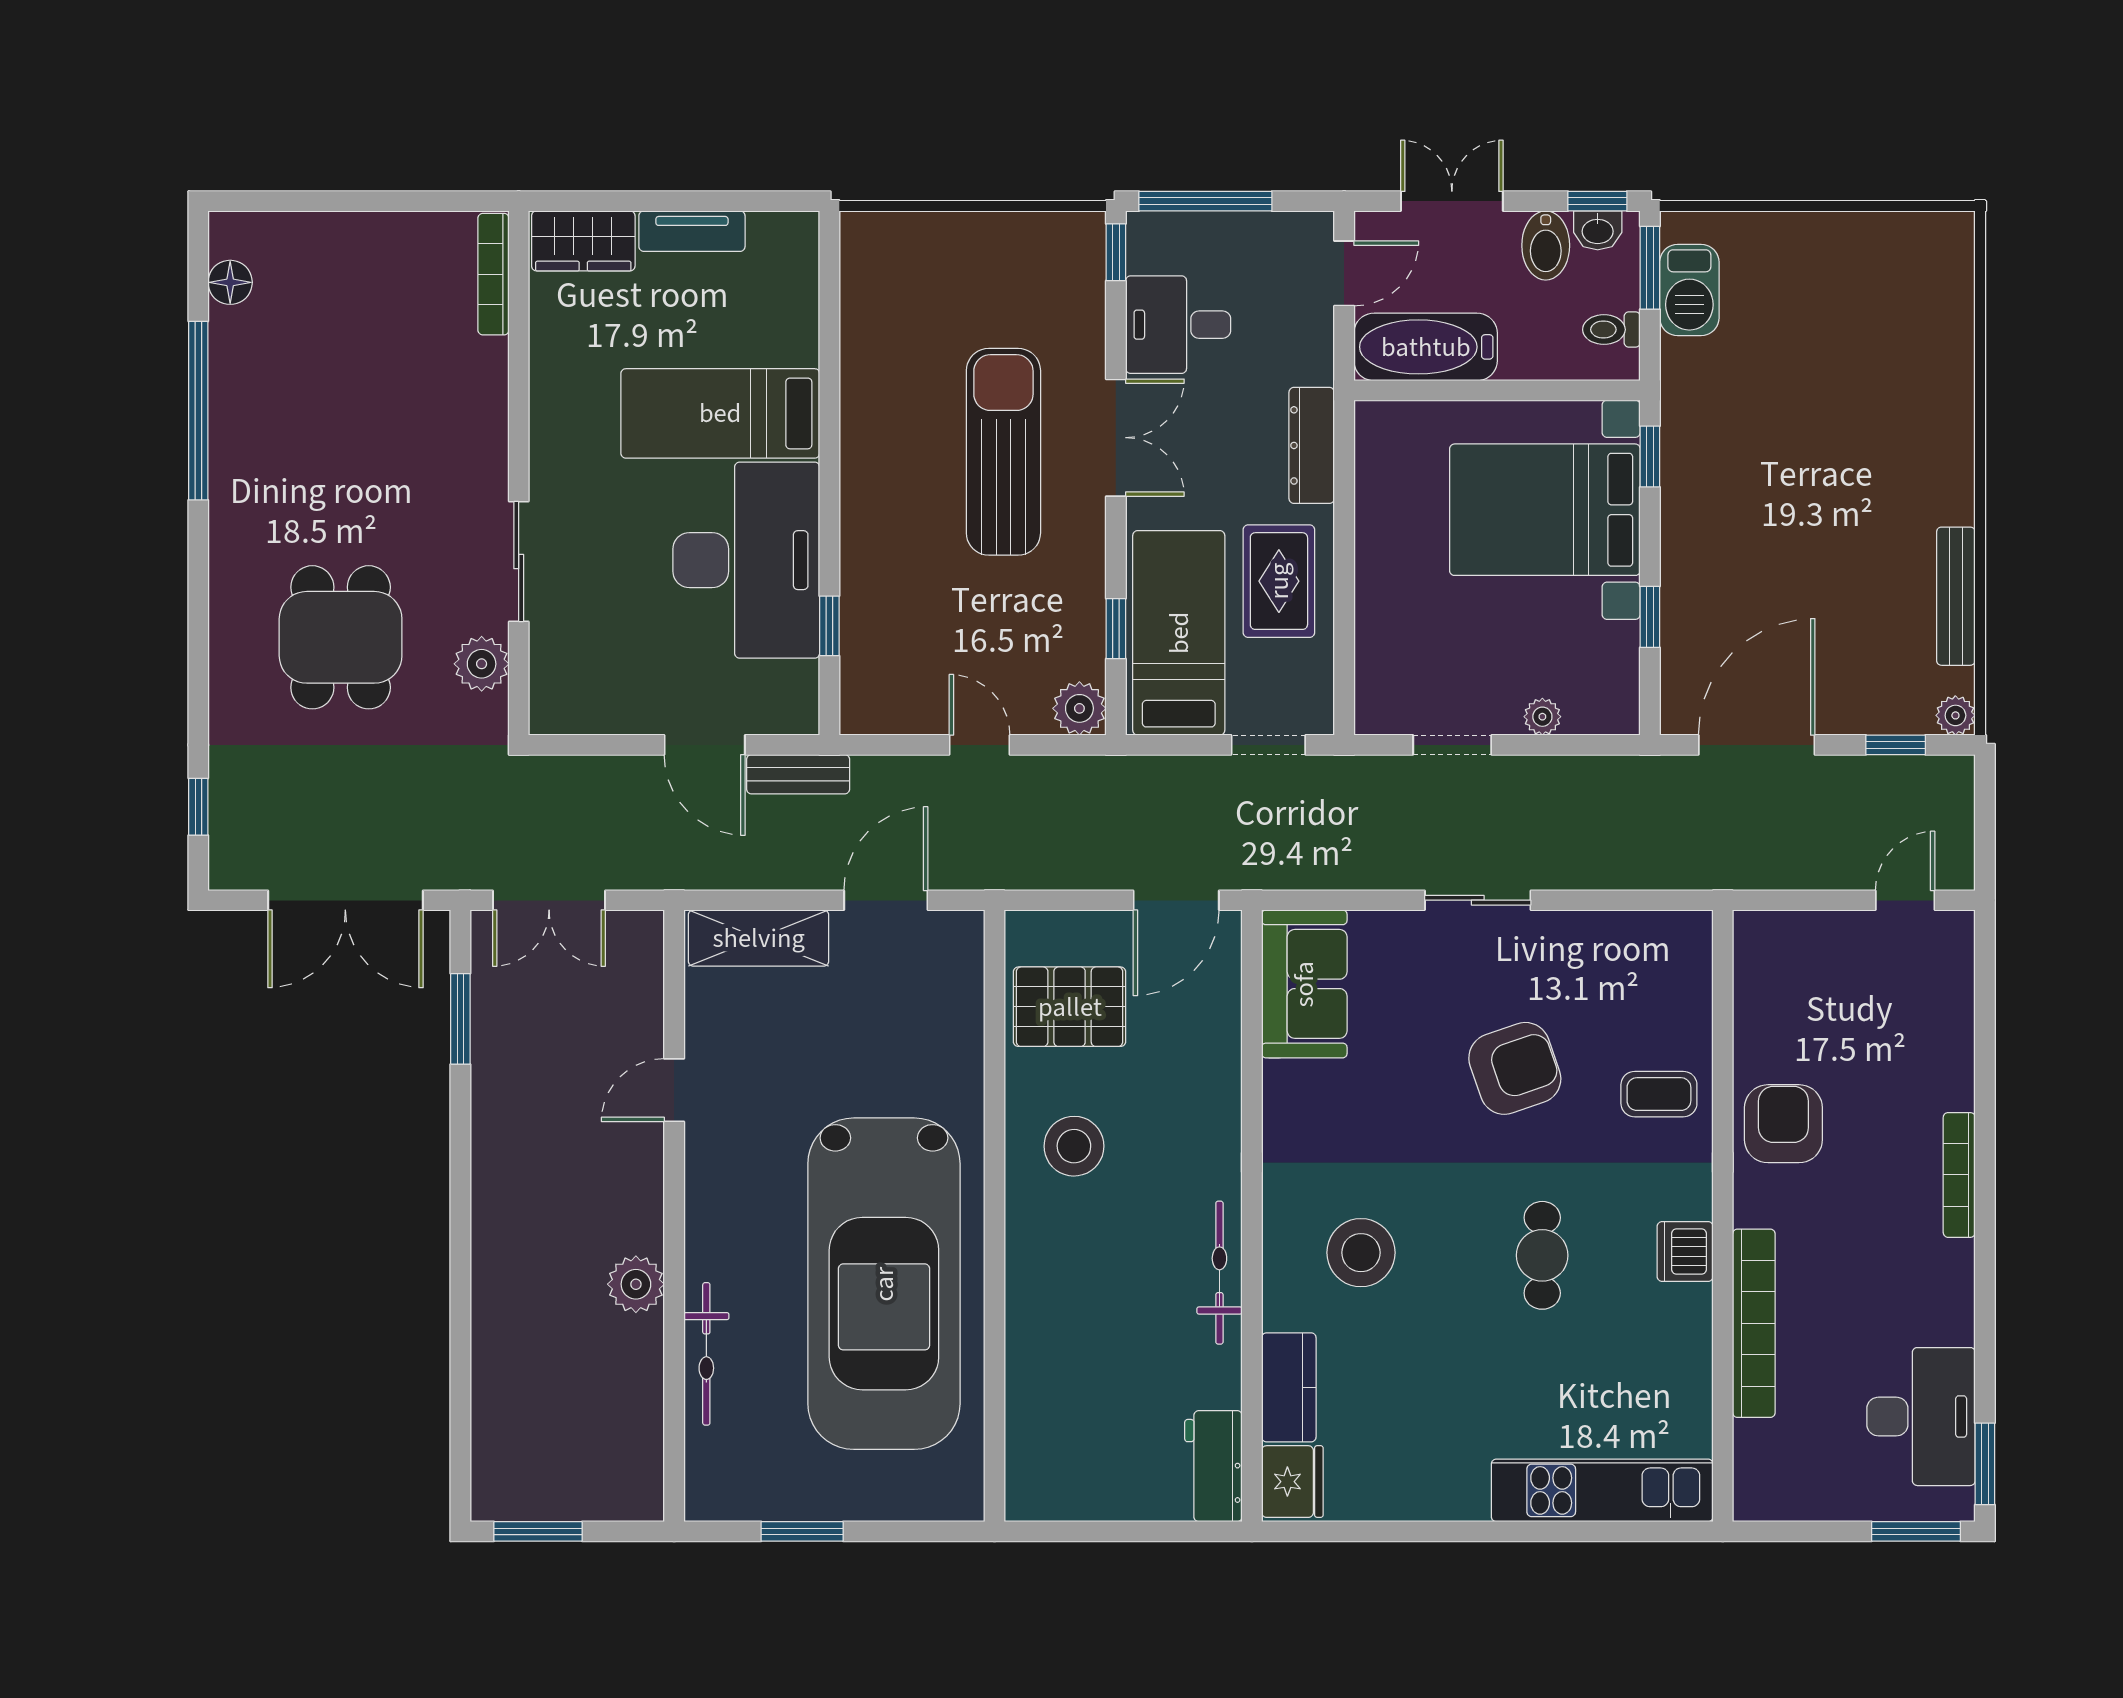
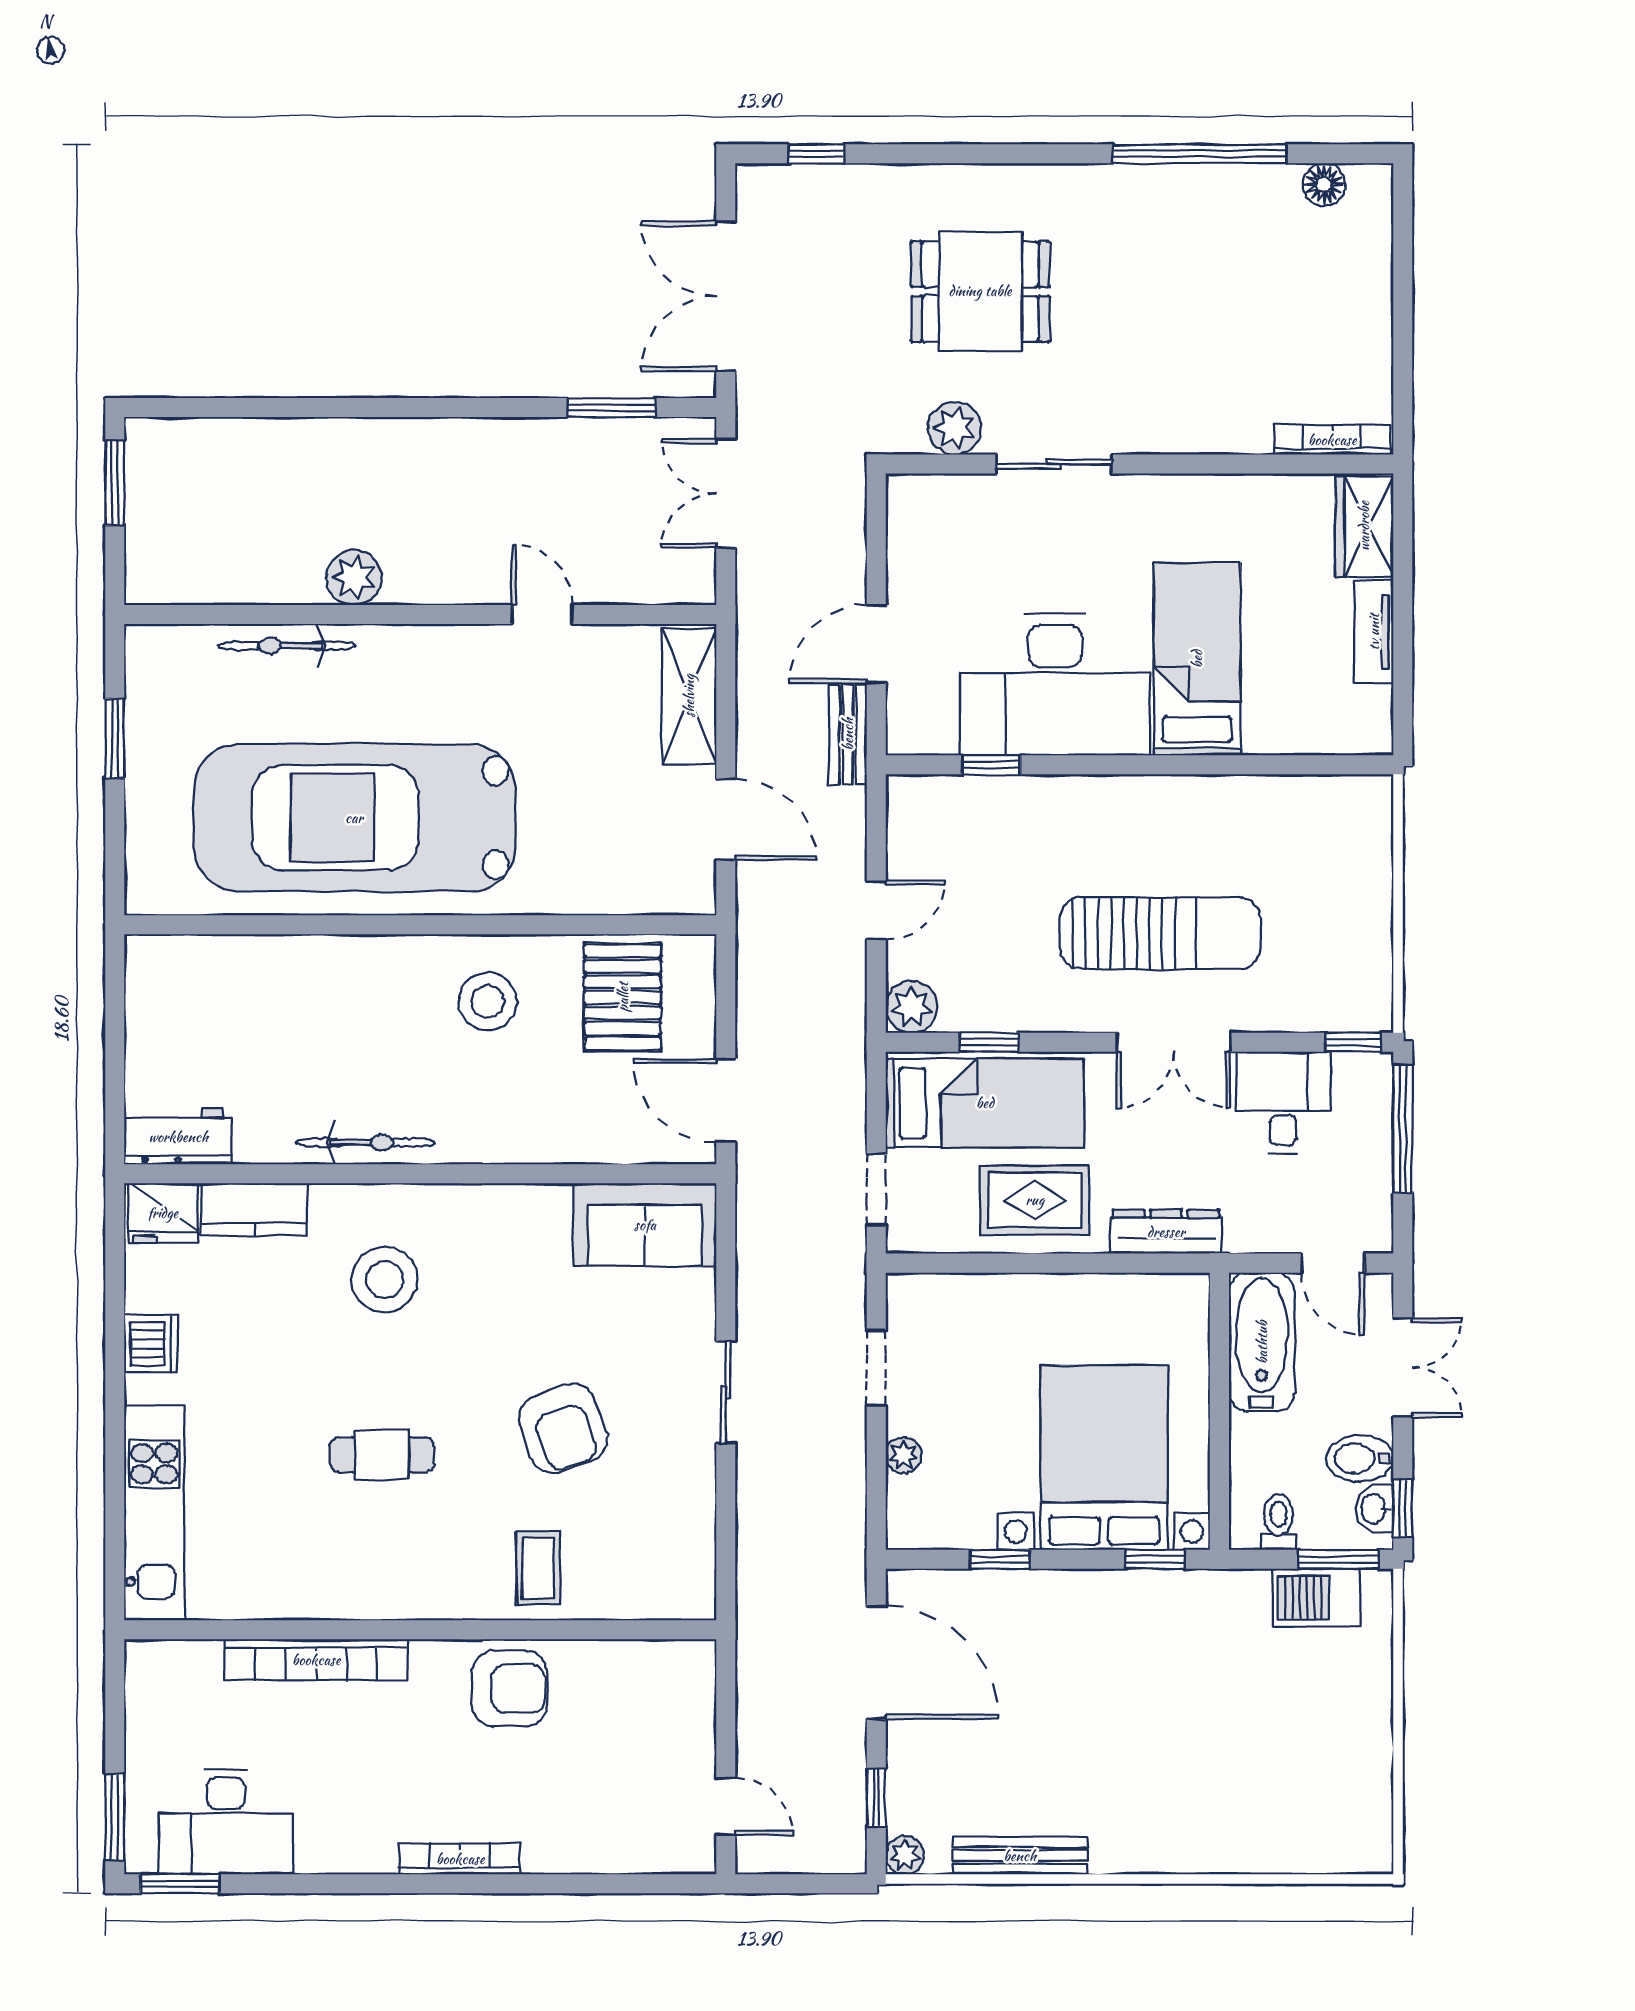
dishwasher: (1685, 1251) -> (151, 1344), moved, turned 90

